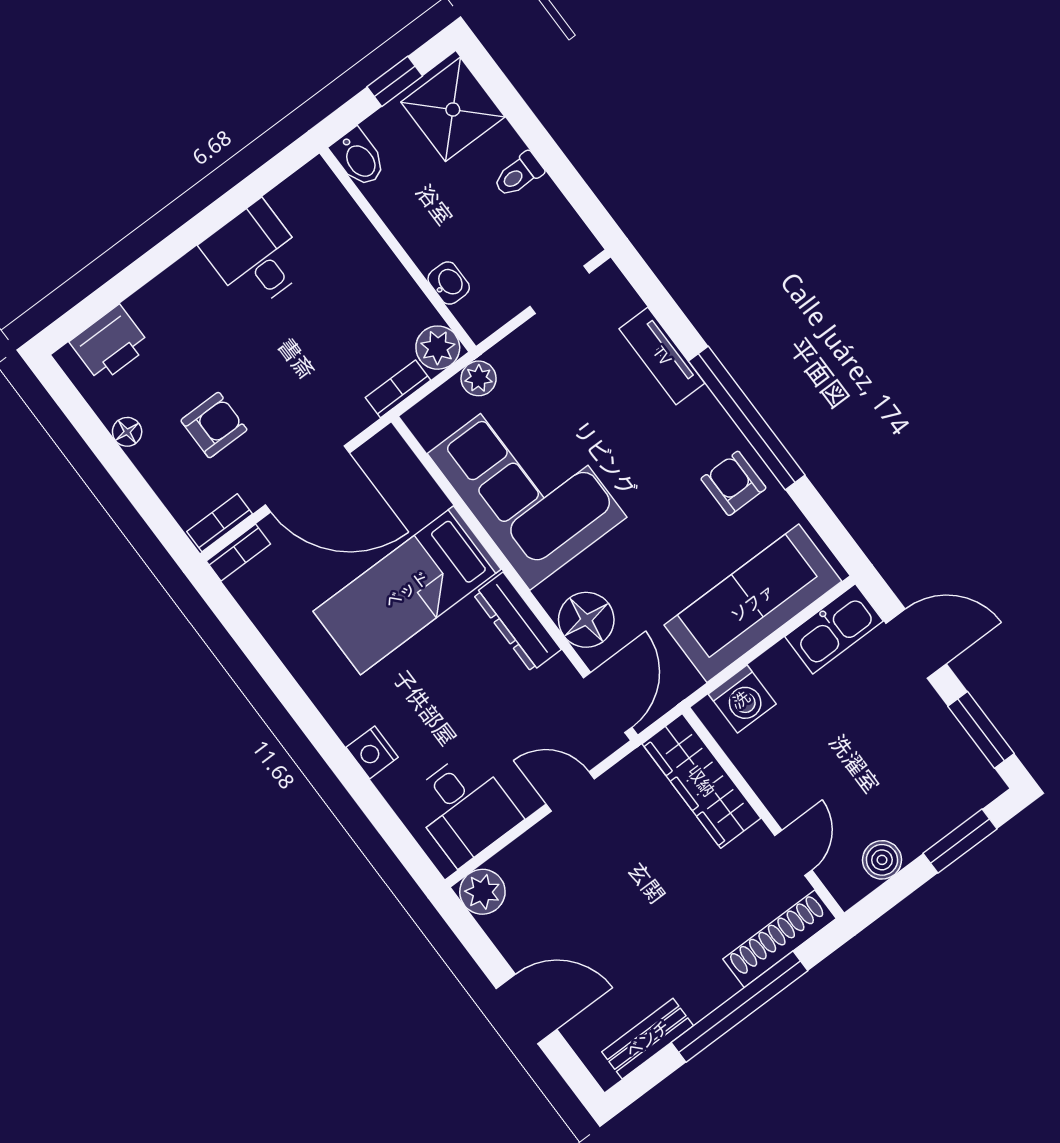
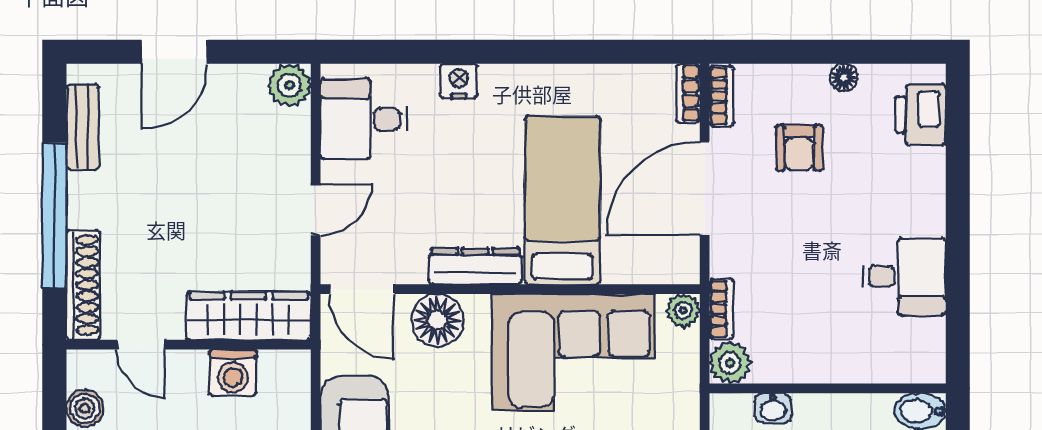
plant: (479, 378) -> (683, 310), moved
washing machine: (742, 699) -> (233, 373), moved, turned -90

